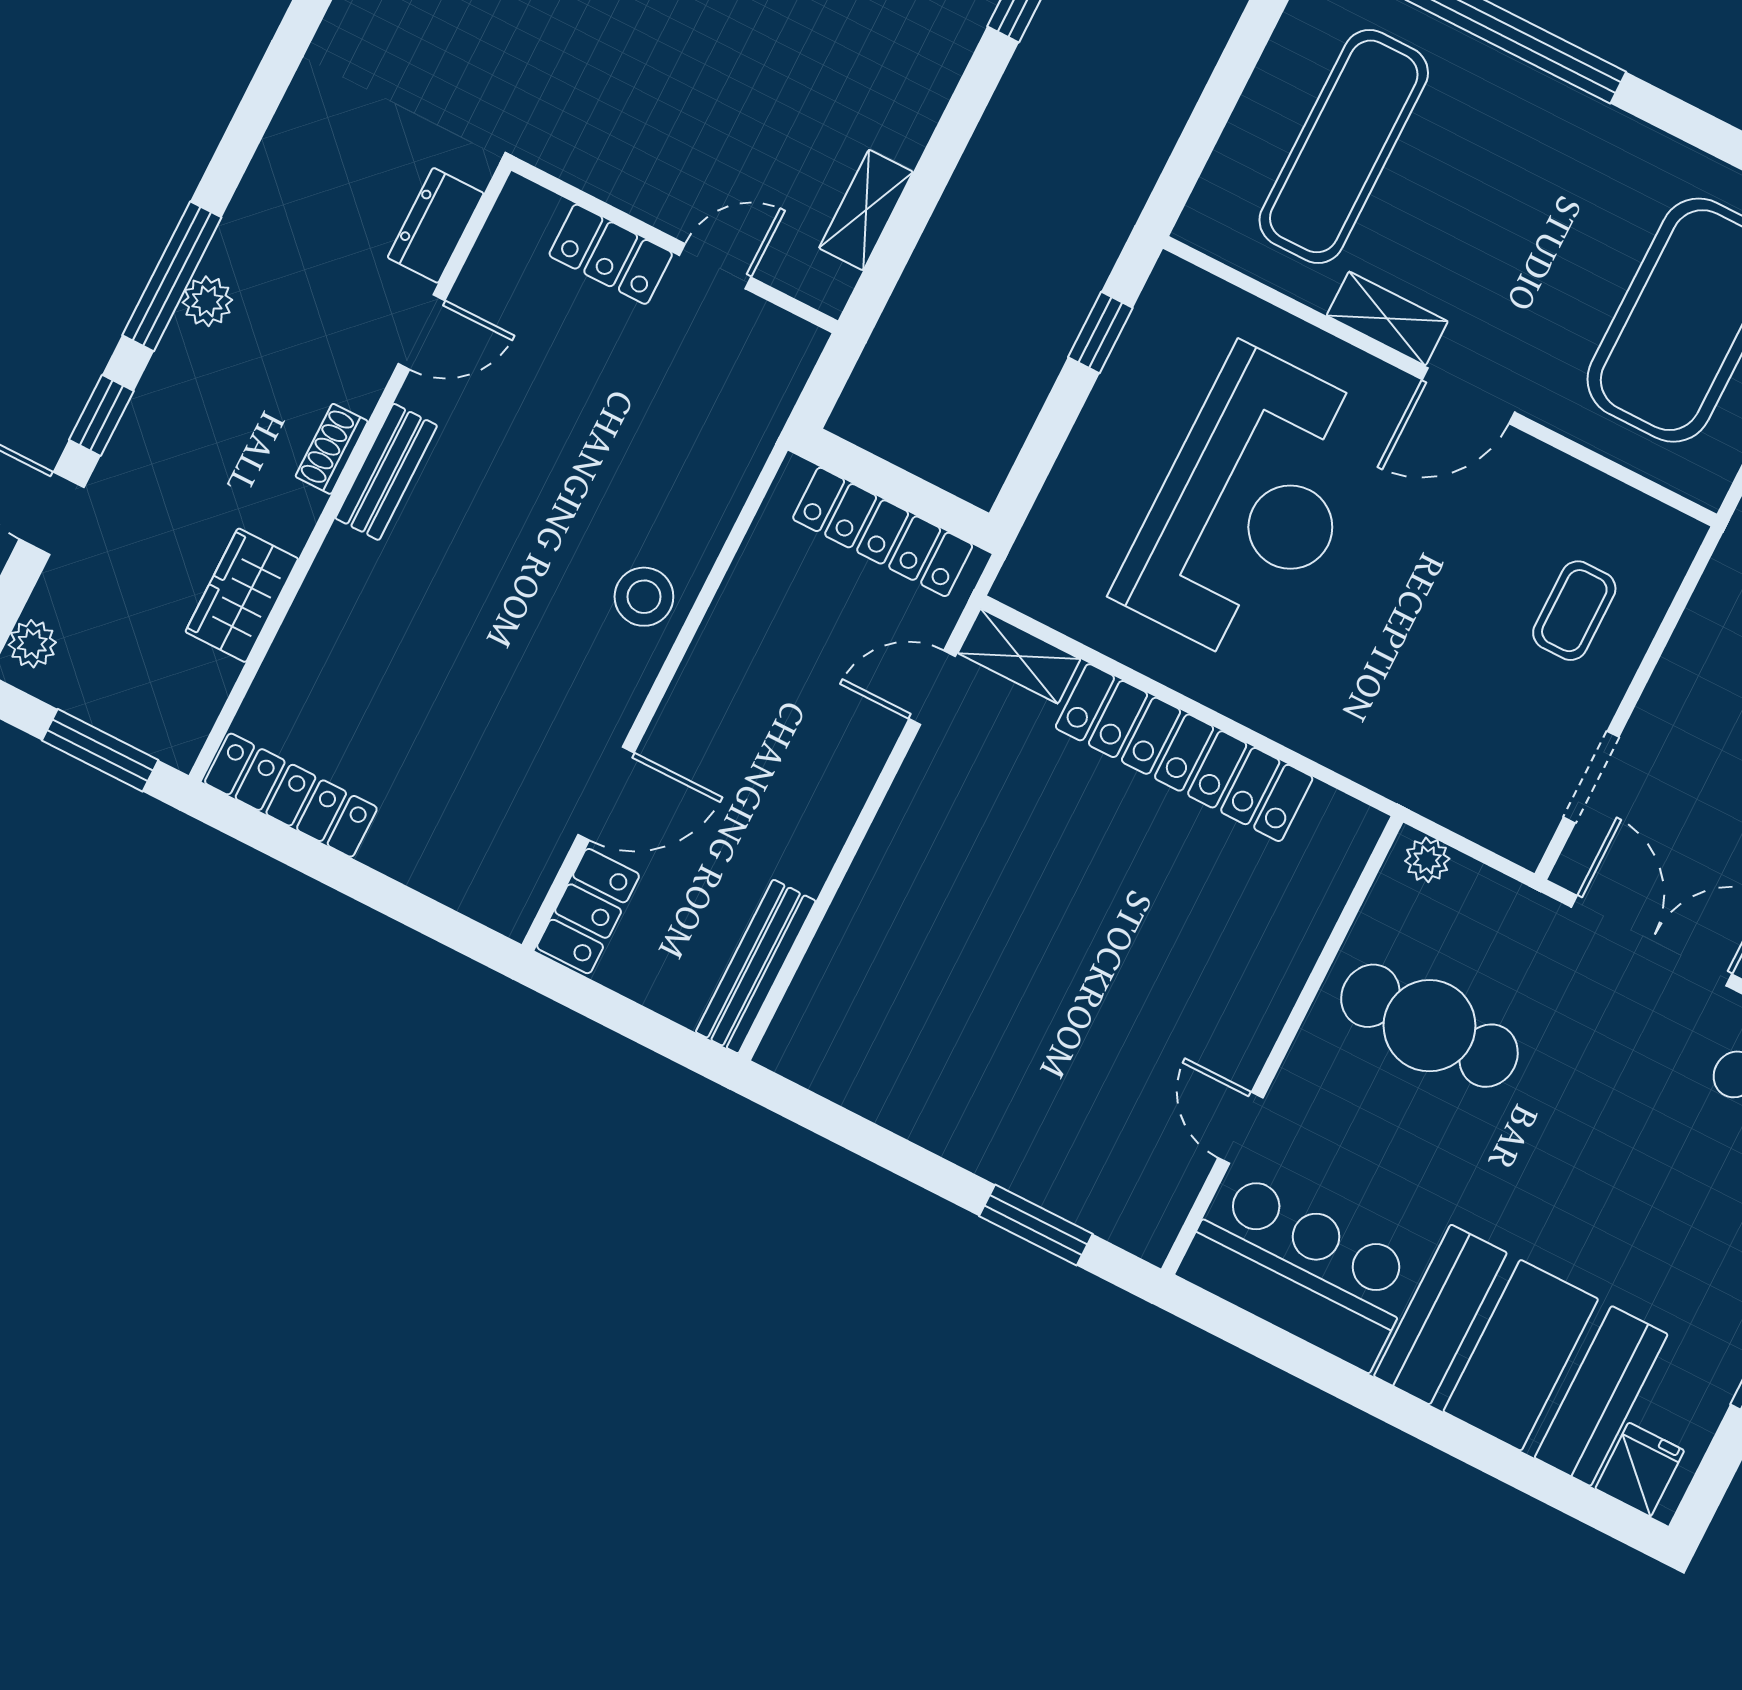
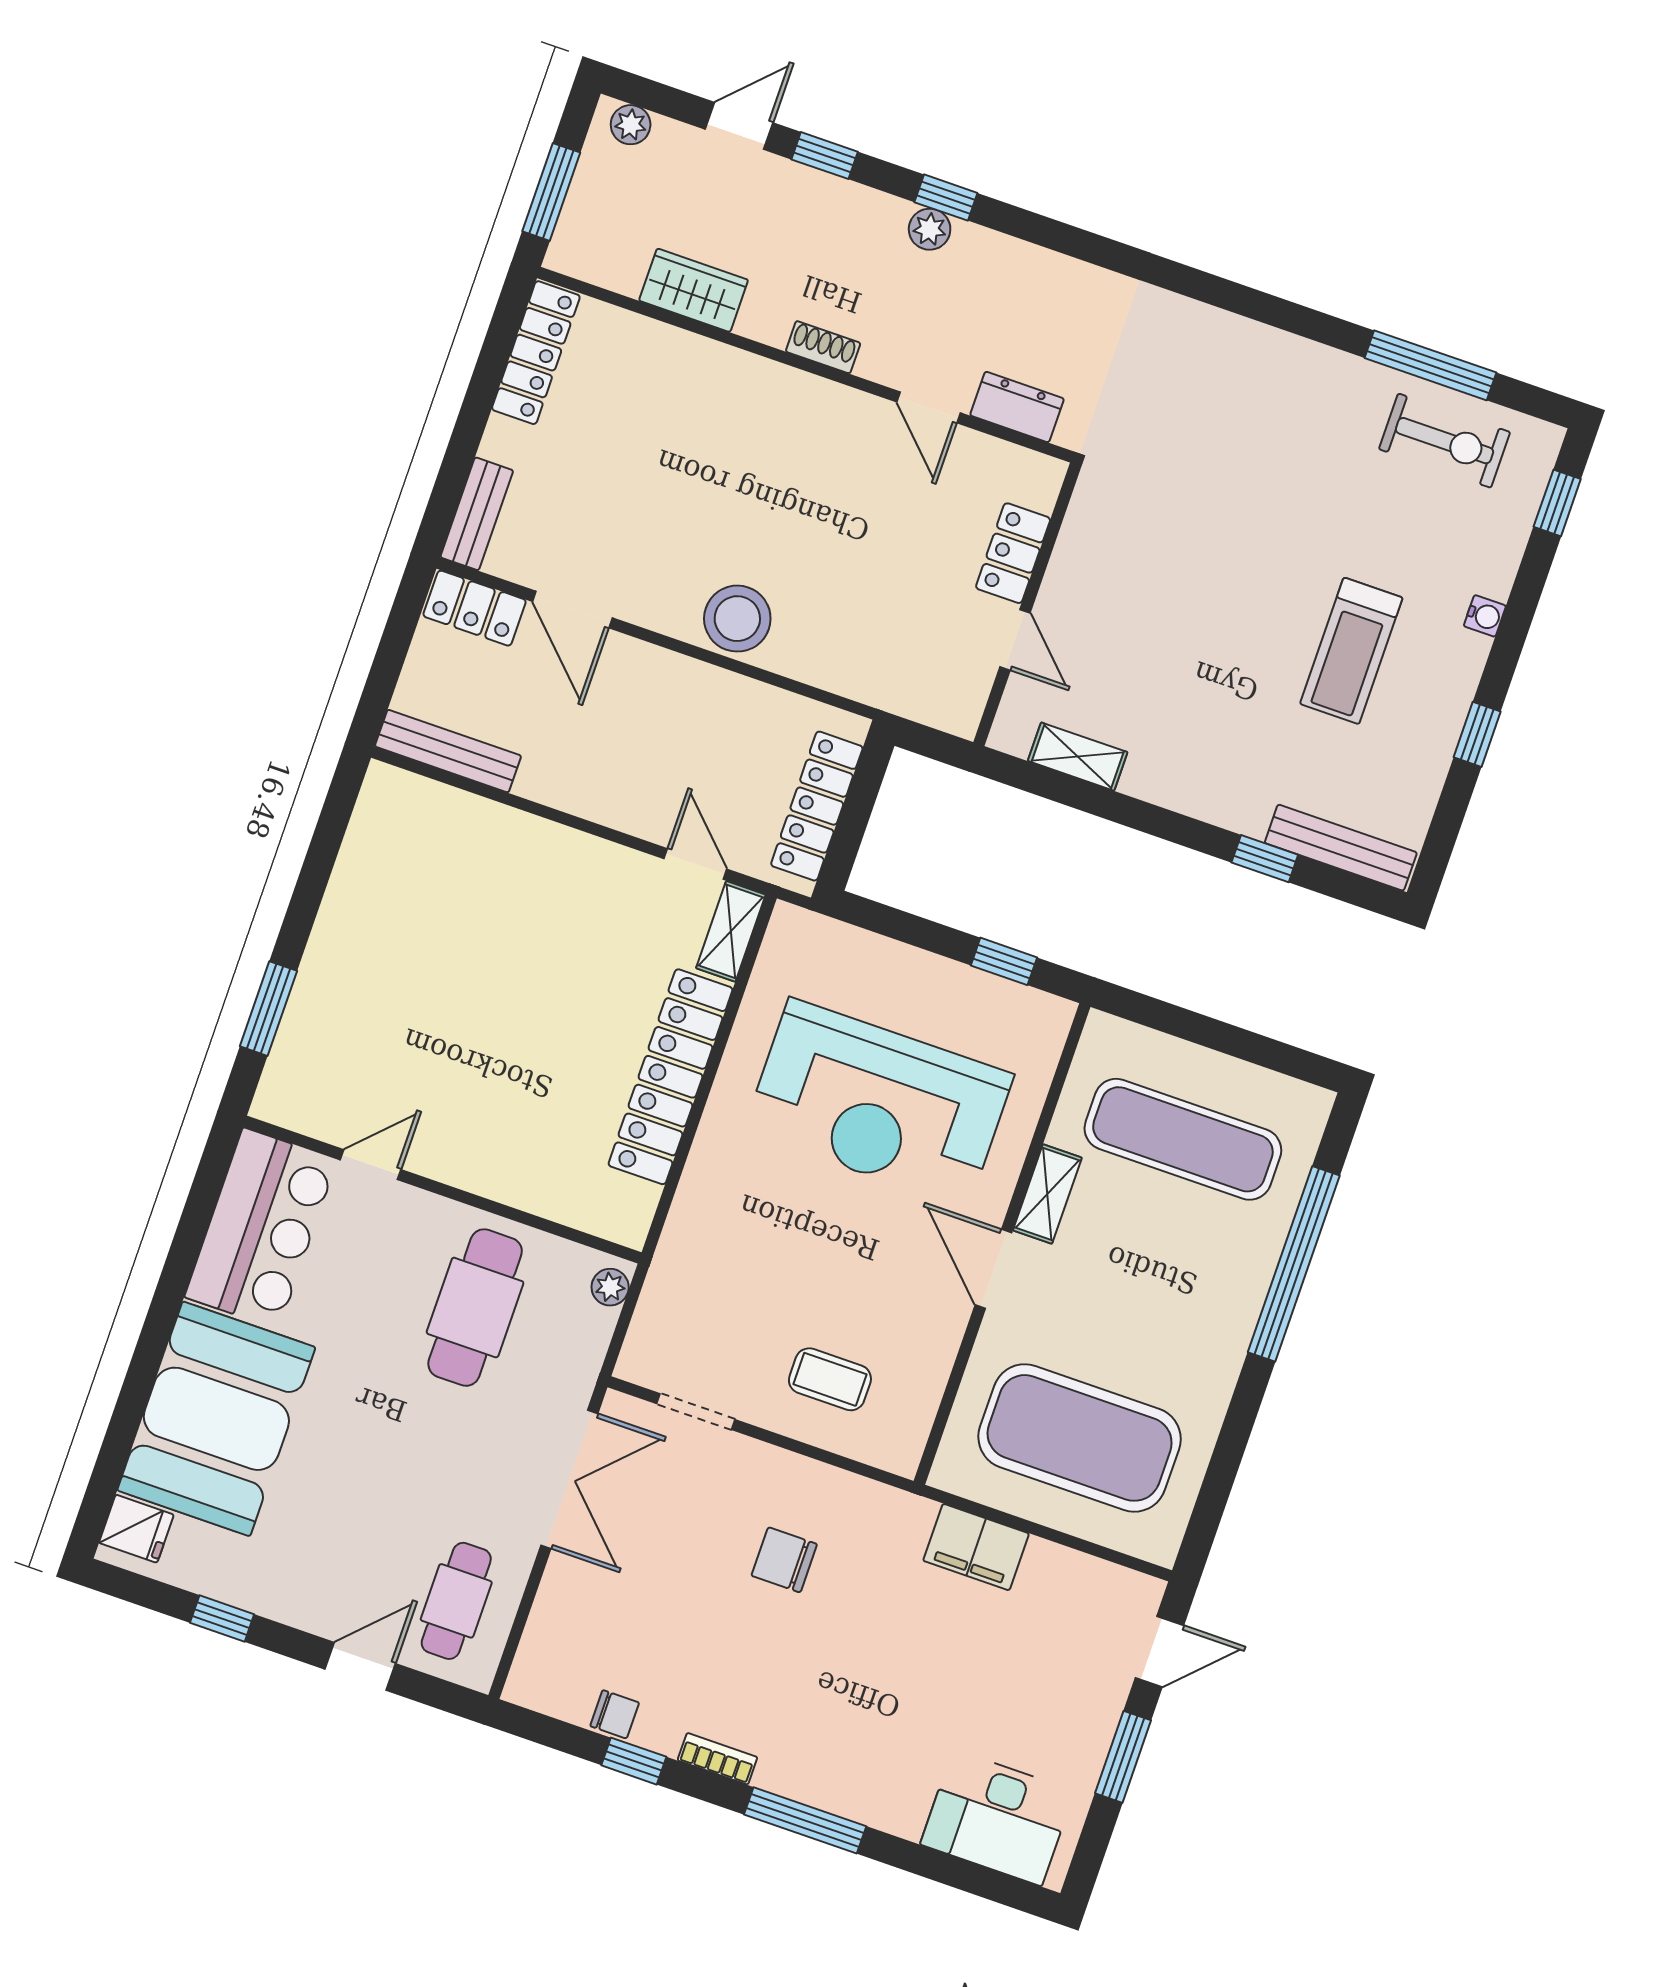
window: (172, 276) -> (946, 198), width x0.46
bench: (386, 472) -> (477, 514), moved, turned 90
stool: (644, 597) -> (737, 619), width x1.38, depth x1.38

